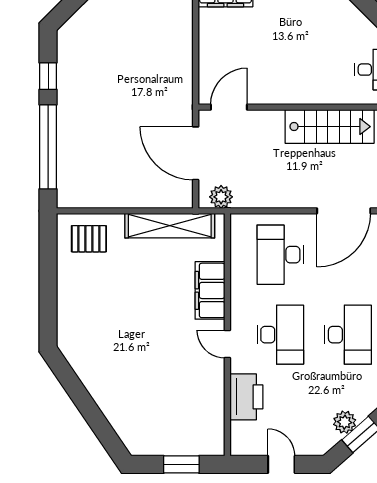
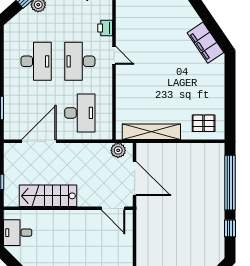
door: (229, 107) -> (113, 208), hinge flipped
filing cabinet: (210, 290) -> (205, 43), moved, turned 146
desk: (348, 335) -> (36, 61), turned 180
printer: (246, 397) -> (105, 28), width x0.53, depth x0.68

